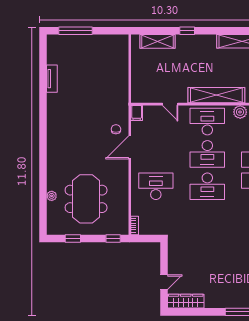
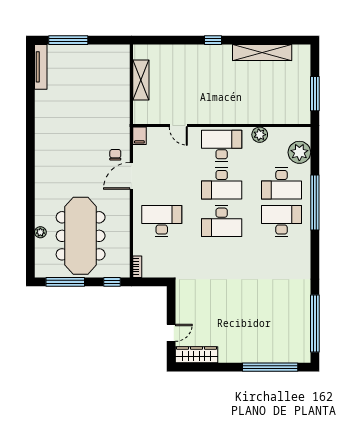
window: (187, 31) -> (213, 40), moved
shelving: (158, 41) -> (141, 80), moved, turned 90
tv unit: (52, 79) -> (41, 67), moved, width x1.41
shelving: (216, 95) -> (232, 115), removed
meeting table: (86, 199) -> (81, 236), width x1.36
window: (73, 239) -> (65, 282), width x2.17

